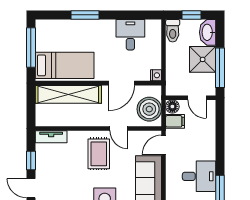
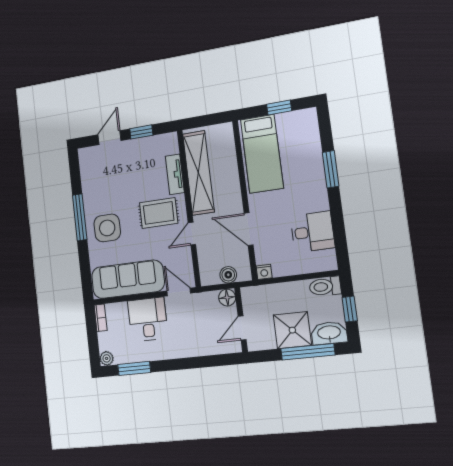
window: (31, 48) -> (279, 108), width x0.46
window: (220, 68) -> (308, 352), moved
shelving: (68, 94) -> (198, 173), moved
boiler: (149, 109) -> (228, 275), width x0.54, depth x0.54
filing cabinet: (175, 121) -> (209, 303), removed
tv unit: (51, 137) -> (175, 174), moved
desk: (199, 176) -> (148, 319), moved, turned 180

